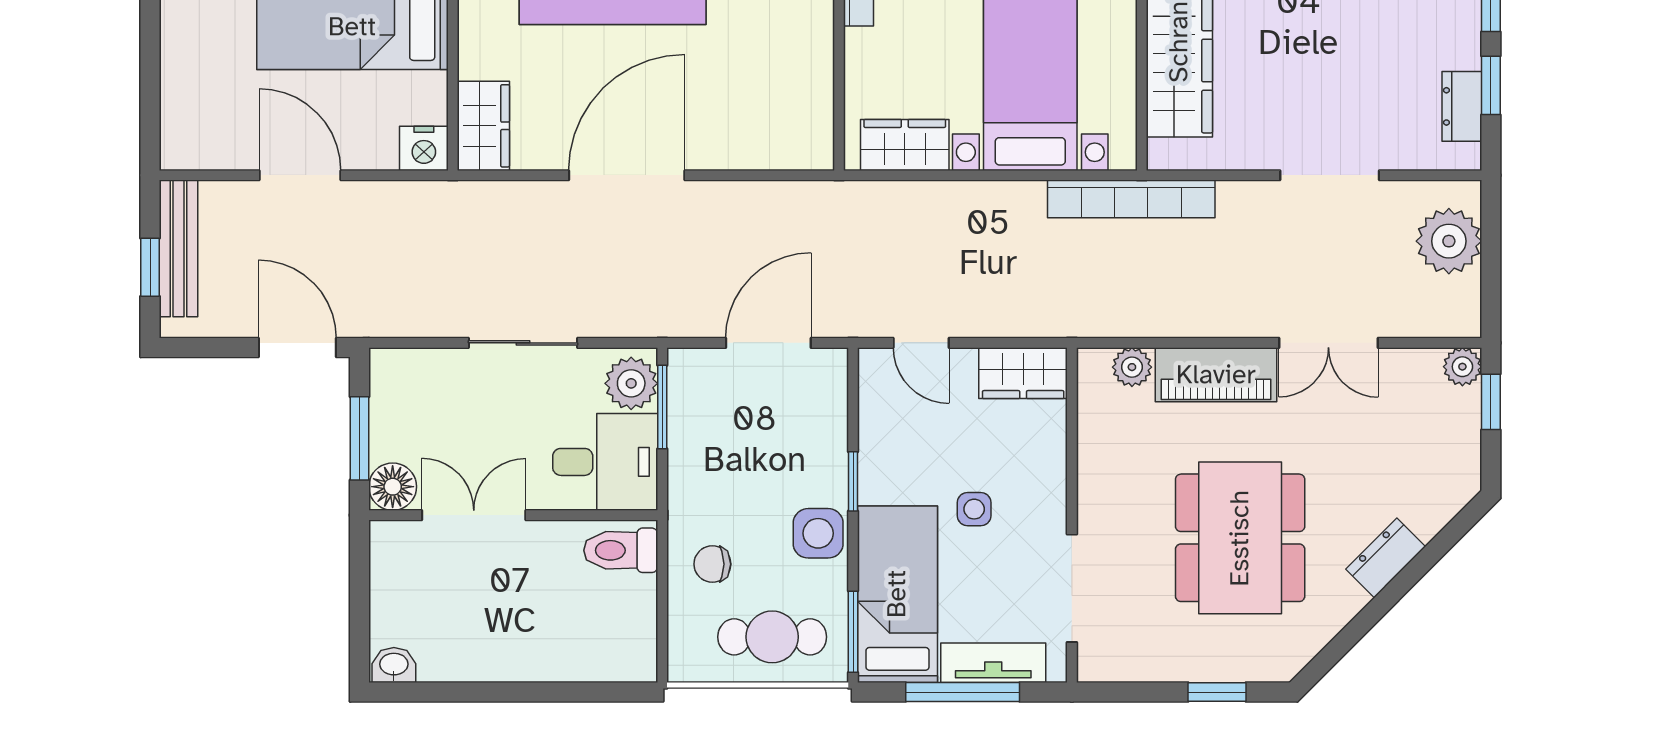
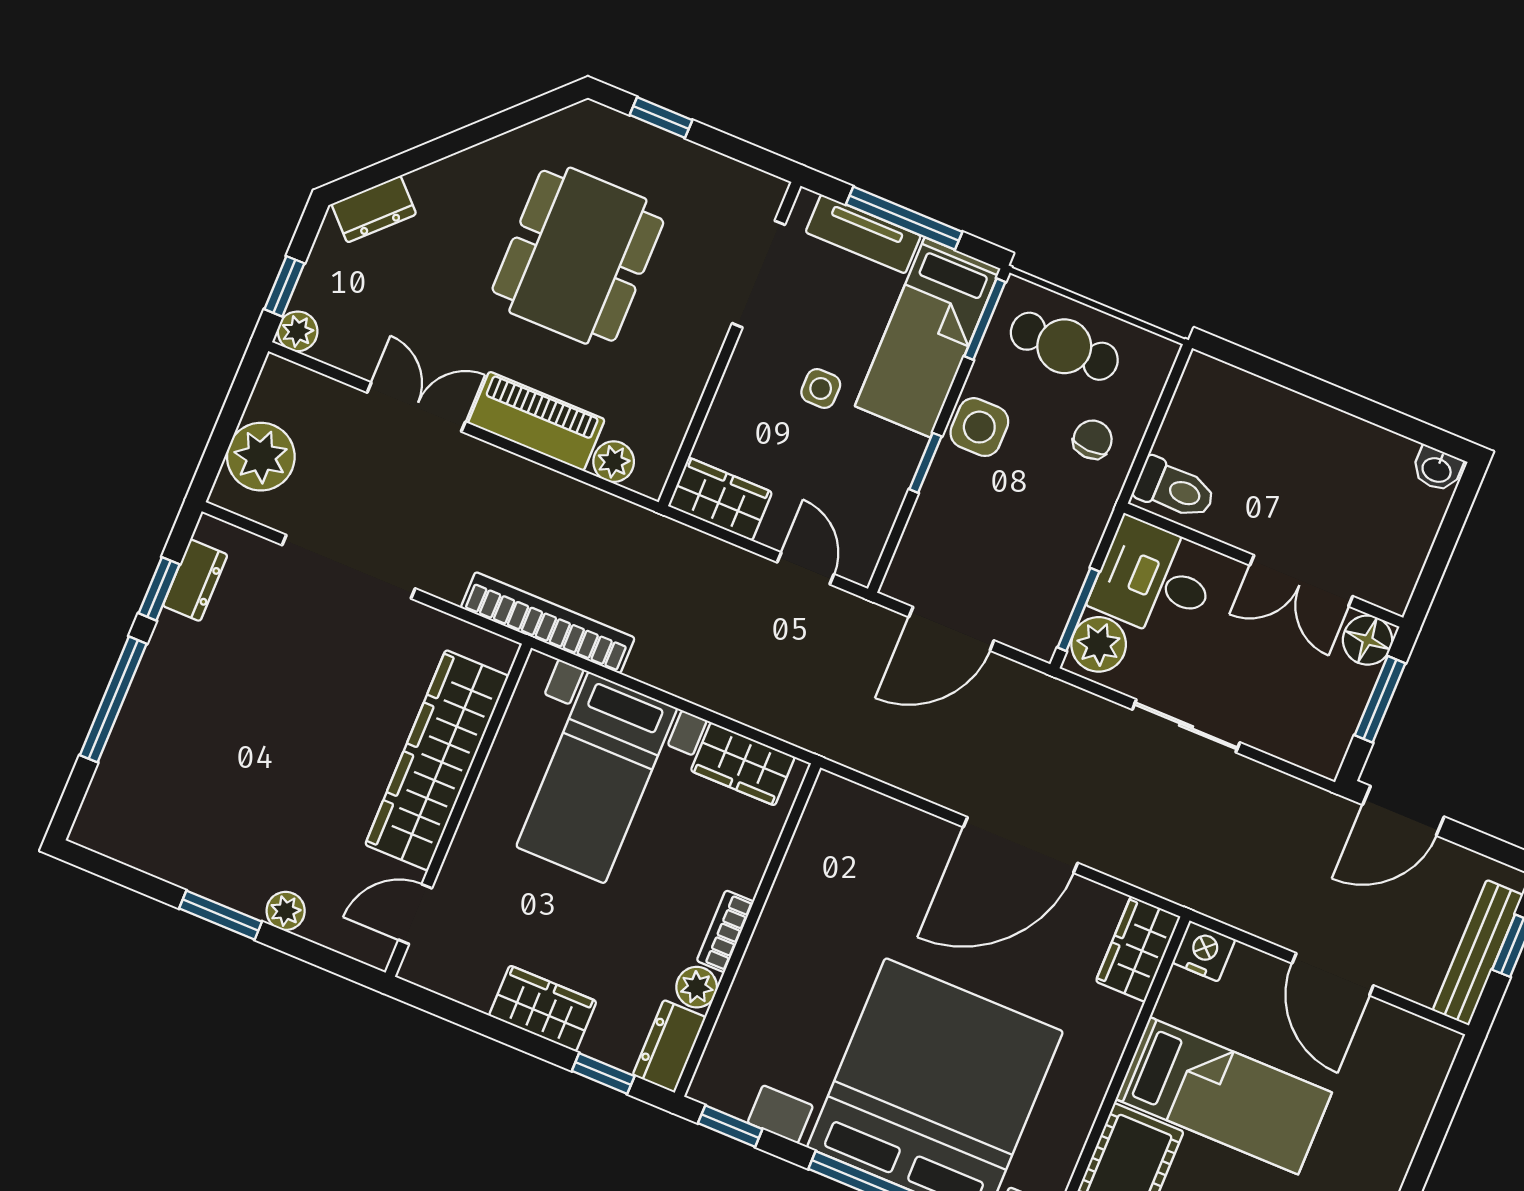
doorway: (1330, 175) -> (349, 567), width x1.36
door: (297, 348) -> (1403, 811), hinge flipped
dresser: (1386, 558) -> (374, 209), moved
chair: (712, 564) -> (1093, 440), turned -88

